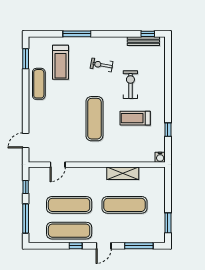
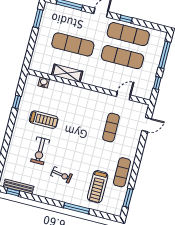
treadmill: (61, 62) -> (98, 187), turned 180
exercise mat: (94, 119) -> (111, 127), moved, width x0.73, depth x0.69
water cooler: (160, 157) -> (44, 82), moved

